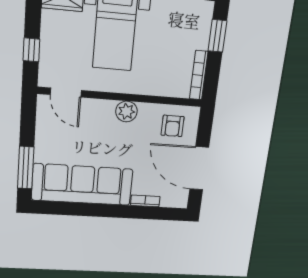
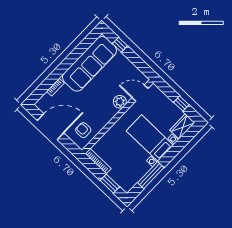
window: (31, 50) -> (181, 104), moved
plant: (126, 111) -> (120, 102), moved
window: (26, 168) -> (120, 45), width x0.46

